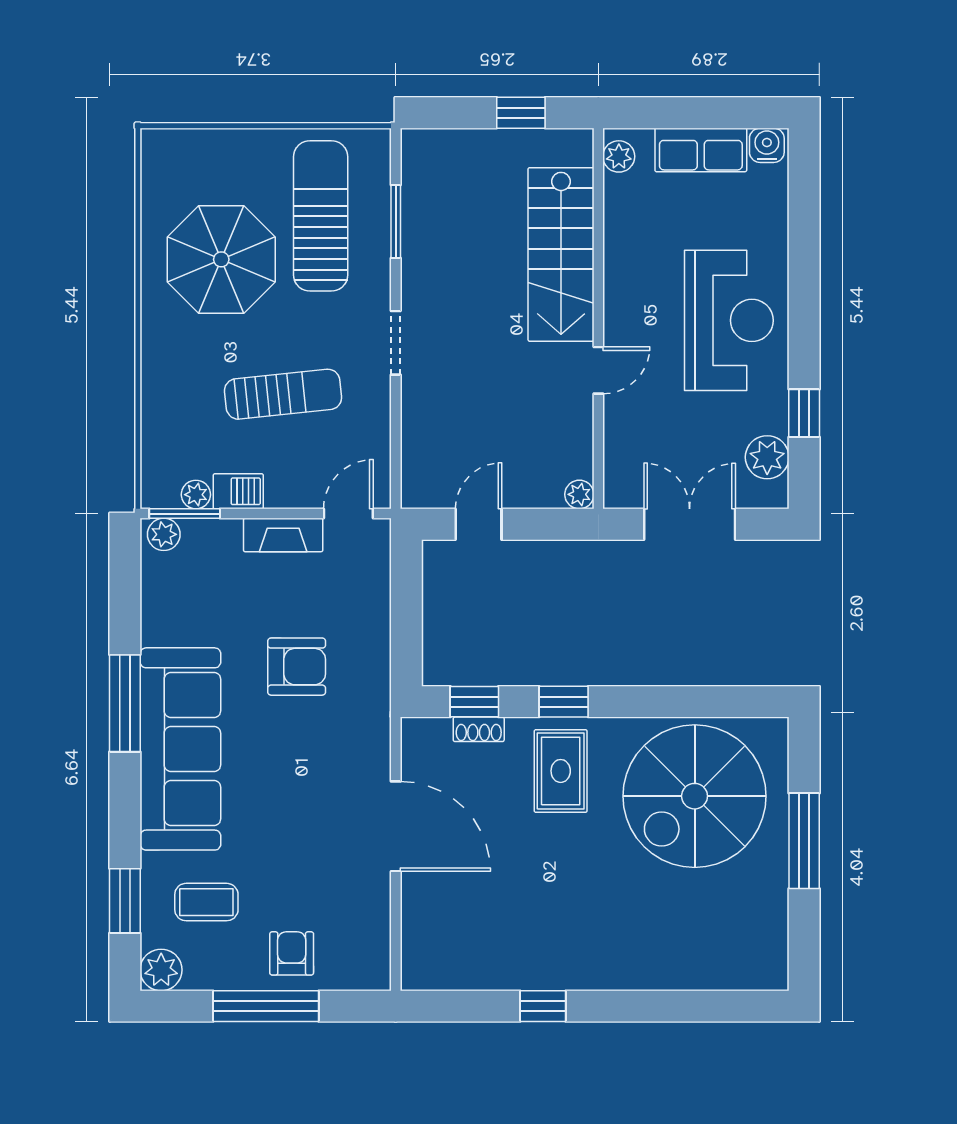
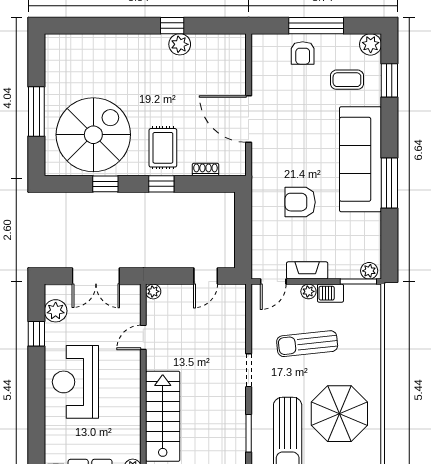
door: (598, 370) -> (143, 337), moved
plant: (196, 495) -> (308, 291), moved
window: (474, 702) -> (105, 184), moved
plant: (528, 970) -> (180, 44), added

